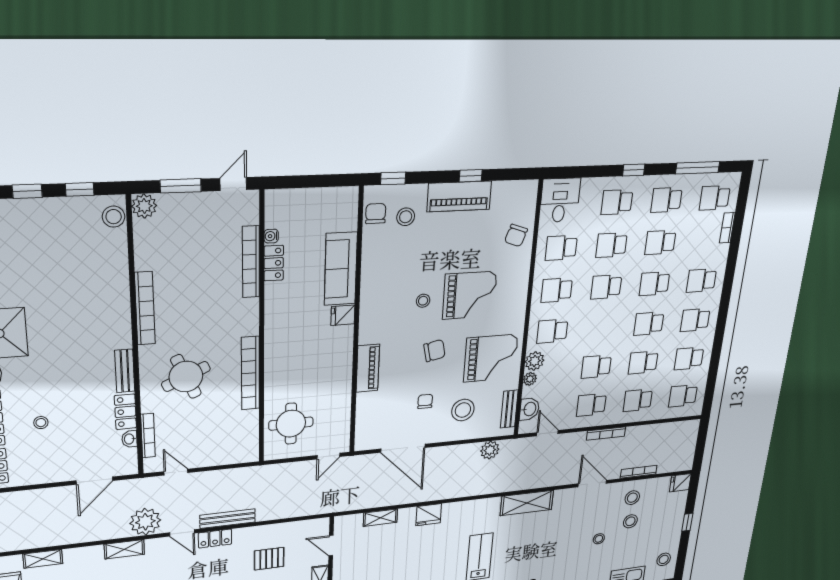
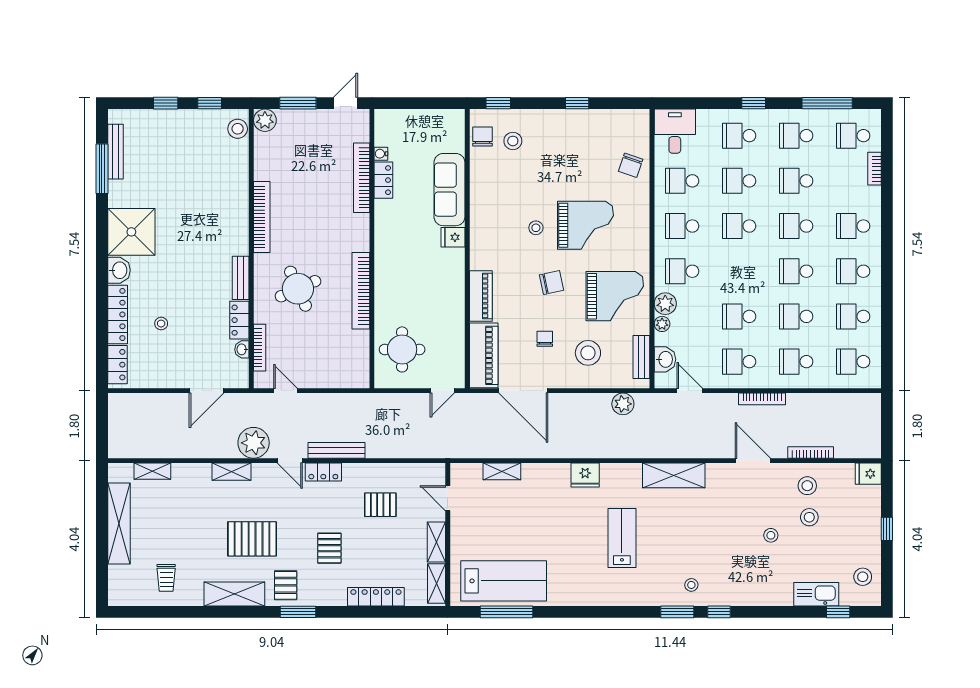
piano: (459, 196) -> (484, 355), moved, turned -90
fridge: (429, 515) -> (585, 475), moved

